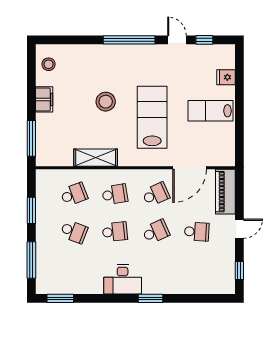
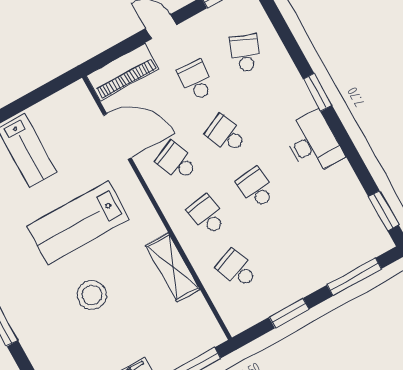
school desk: (74, 232) -> (245, 53), moved

